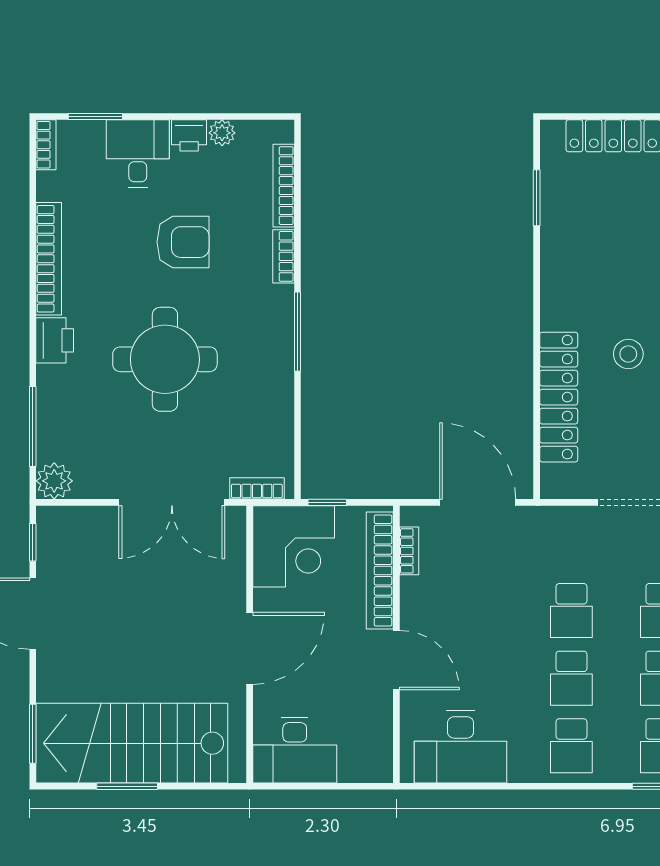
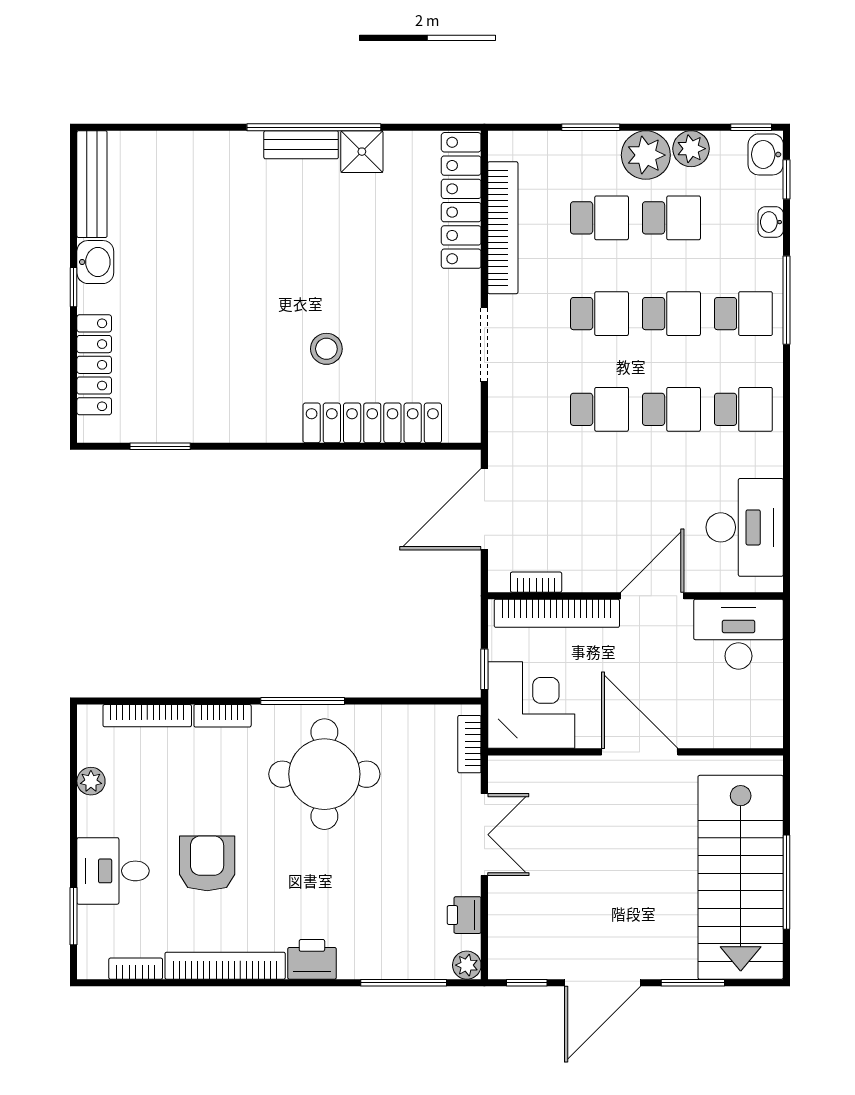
printer: (189, 135) -> (464, 915), moved, turned 180
bookcase: (46, 145) -> (136, 969), moved
armchair: (183, 242) -> (207, 863), moved
round table: (165, 359) -> (324, 774), moved
plant: (54, 481) -> (467, 965), width x0.73, depth x0.73
double door: (172, 502) -> (484, 835), width x0.73
window: (33, 734) -> (693, 983), moved
desk: (295, 750) -> (738, 634), moved, turned -90
window: (127, 786) -> (787, 882), width x1.44

